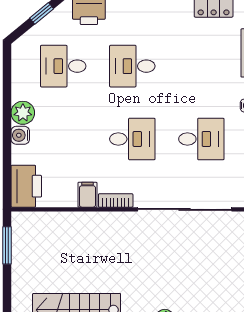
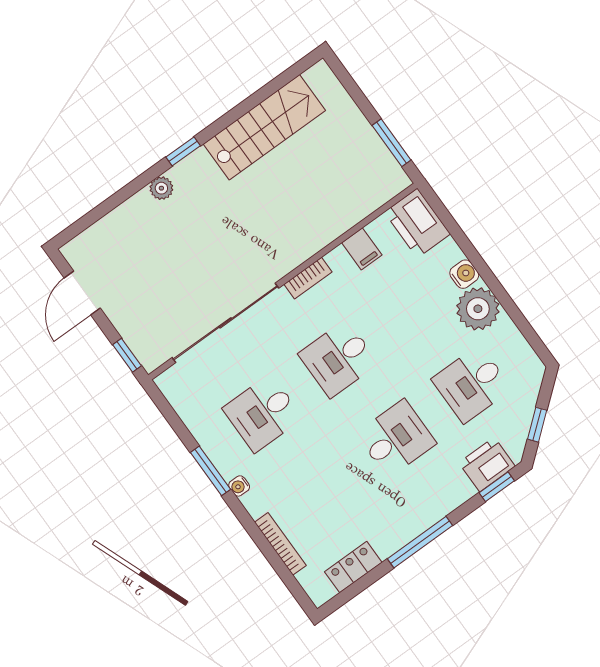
desk: (63, 66) -> (472, 384), turned 180
plant: (23, 113) -> (478, 309), width x1.36, depth x1.36
filing cabinet: (87, 195) -> (362, 249), moved

